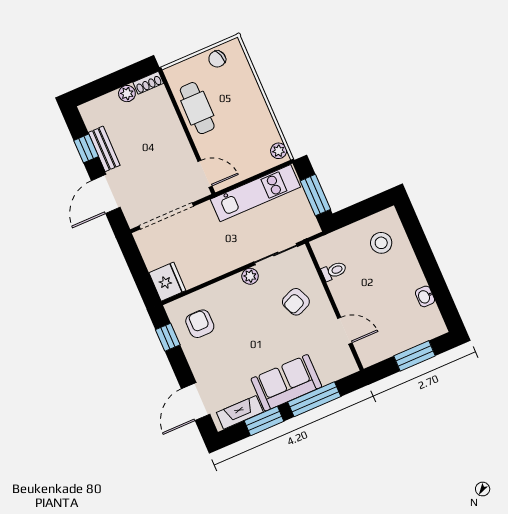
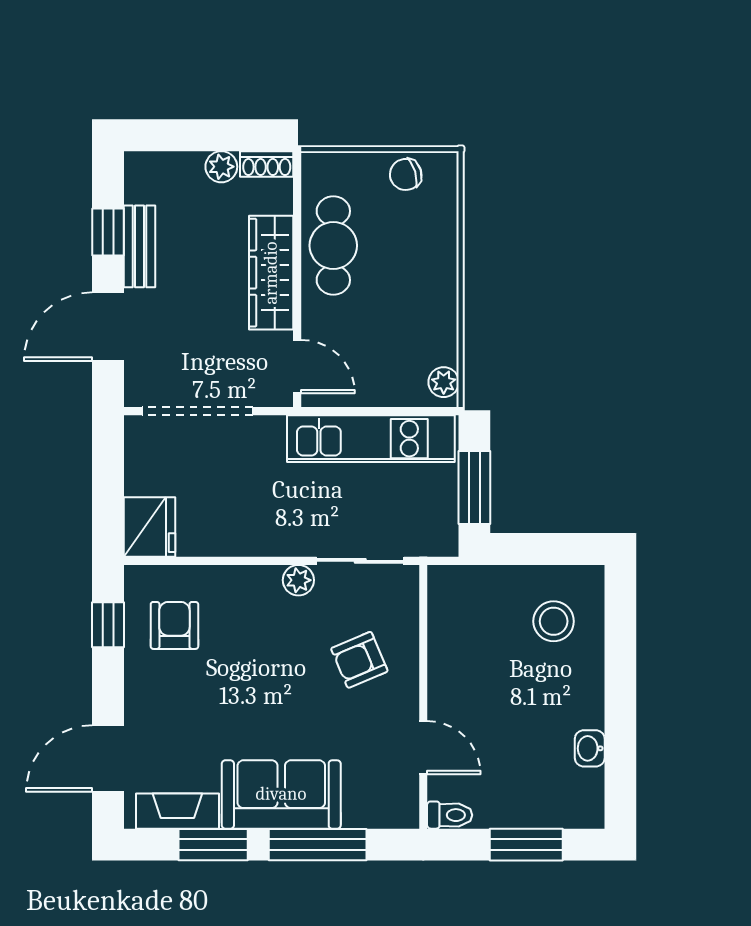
wardrobe: (173, 134) -> (271, 273), added
toilet: (334, 271) -> (450, 815), moved

